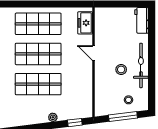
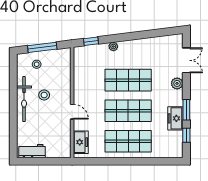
workbench: (142, 20) -> (32, 151), moved, turned -90

